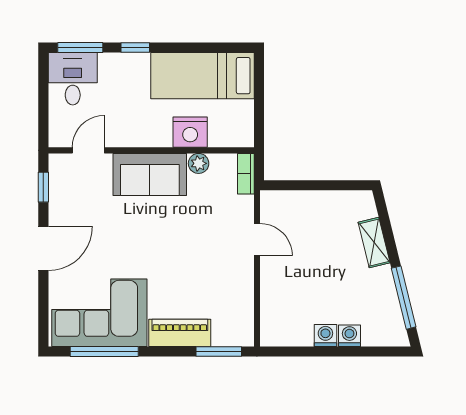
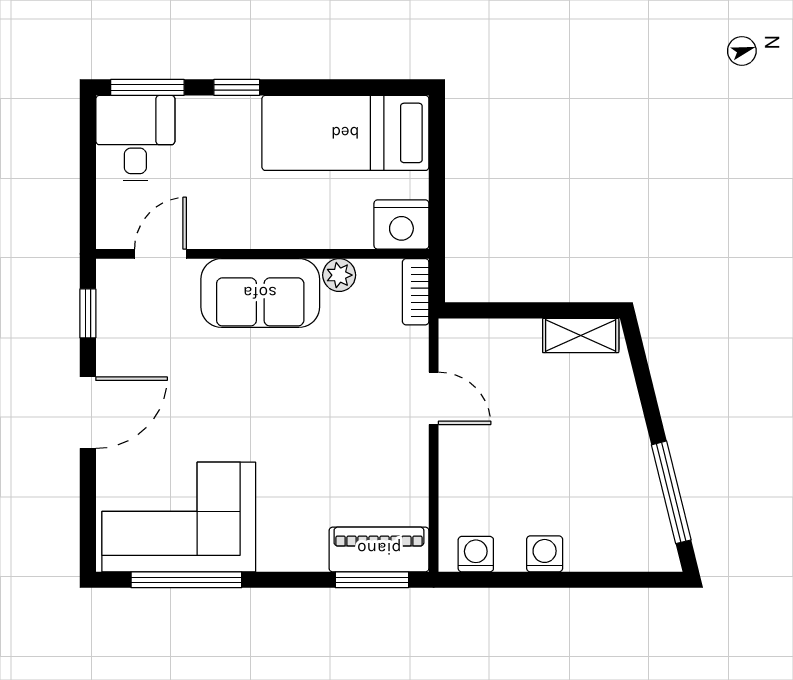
nightstand: (190, 132) -> (401, 224), moved
shelving: (374, 243) -> (581, 336), moved, turned -76
piano: (180, 333) -> (379, 549), moved
washing machine: (349, 336) -> (476, 554), moved

